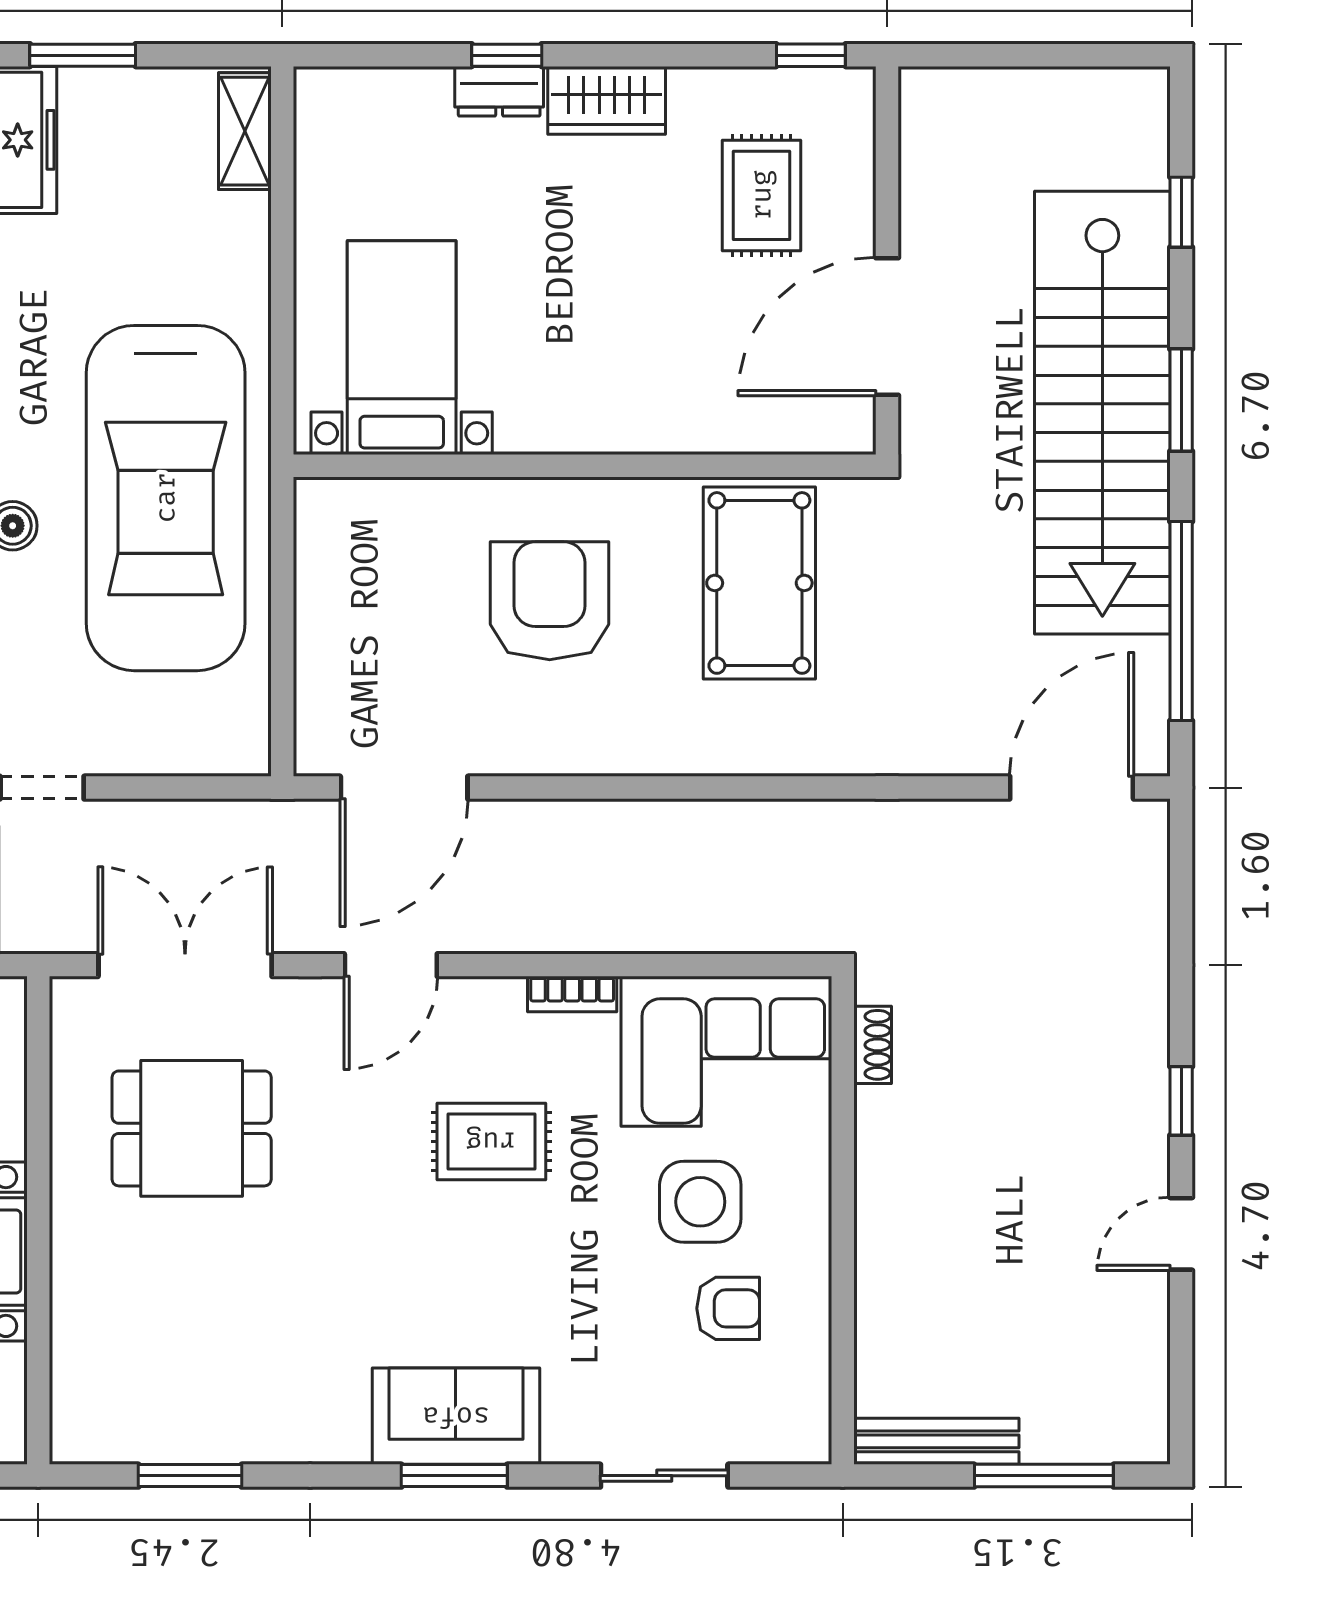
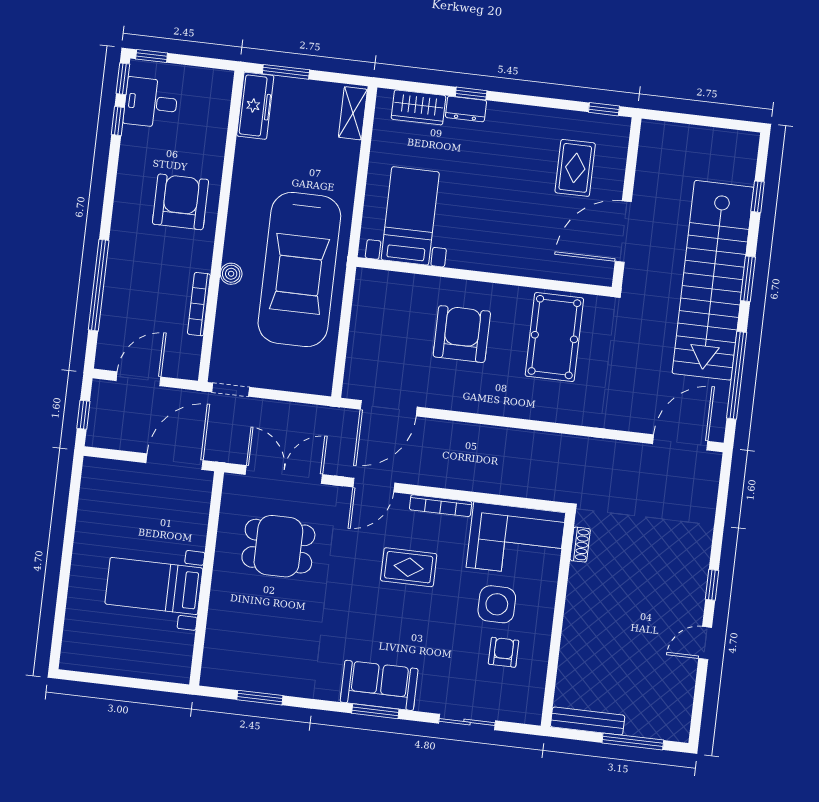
wardrobe: (607, 100) -> (419, 107), moved
bookcase: (572, 994) -> (441, 506), width x1.56
armchair: (728, 1308) -> (504, 652), turned -90

